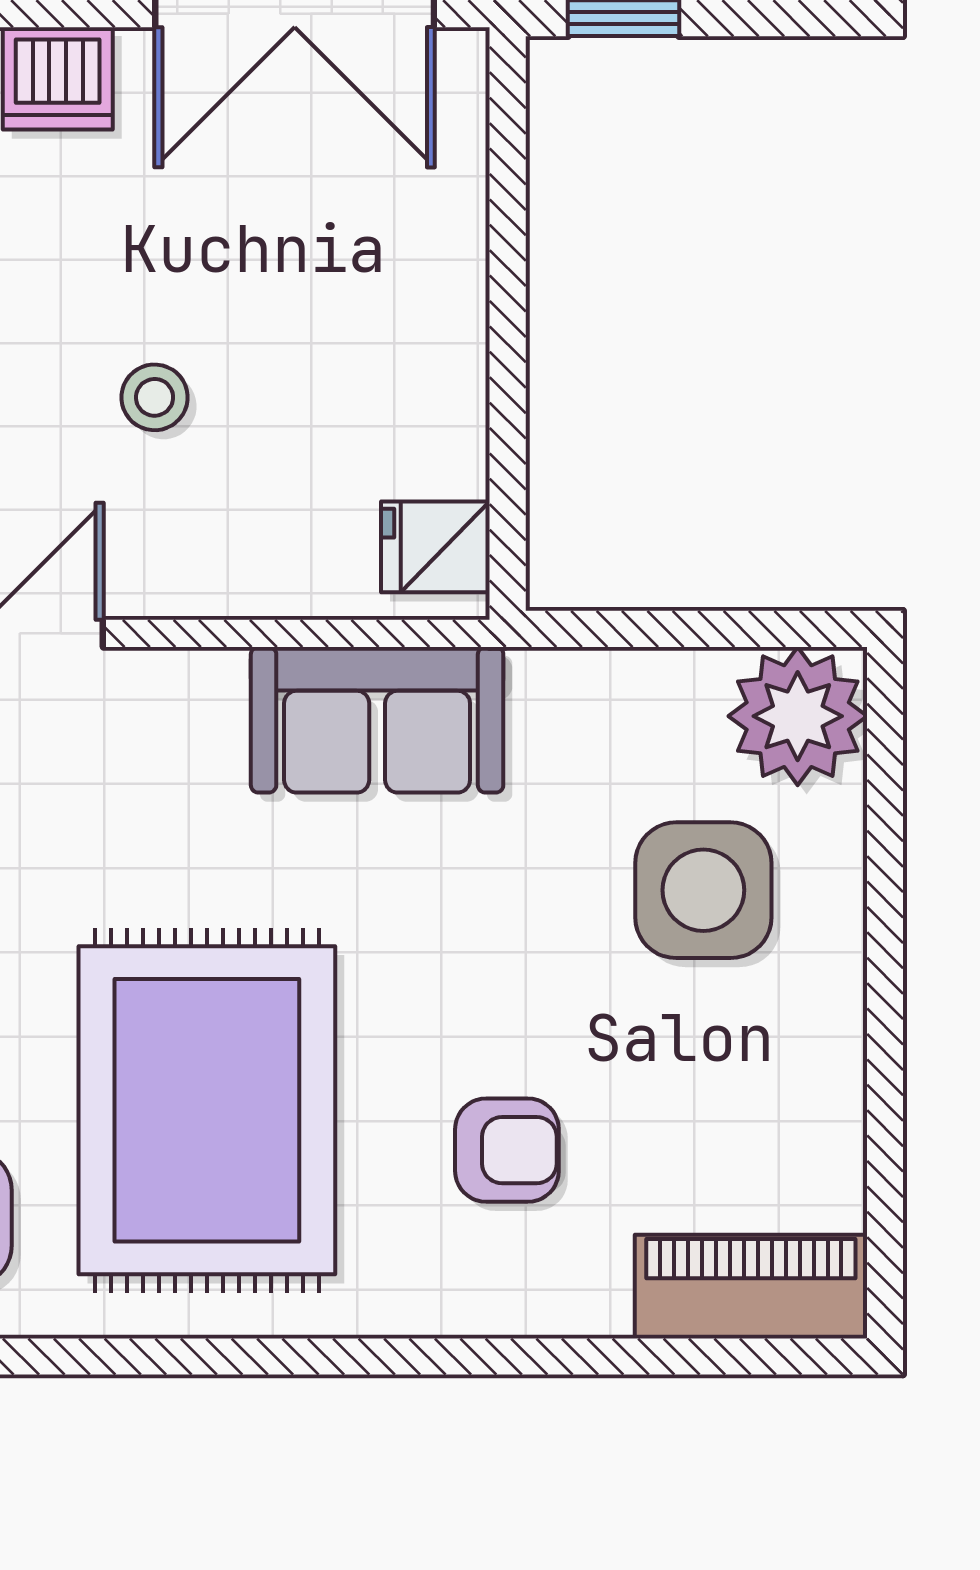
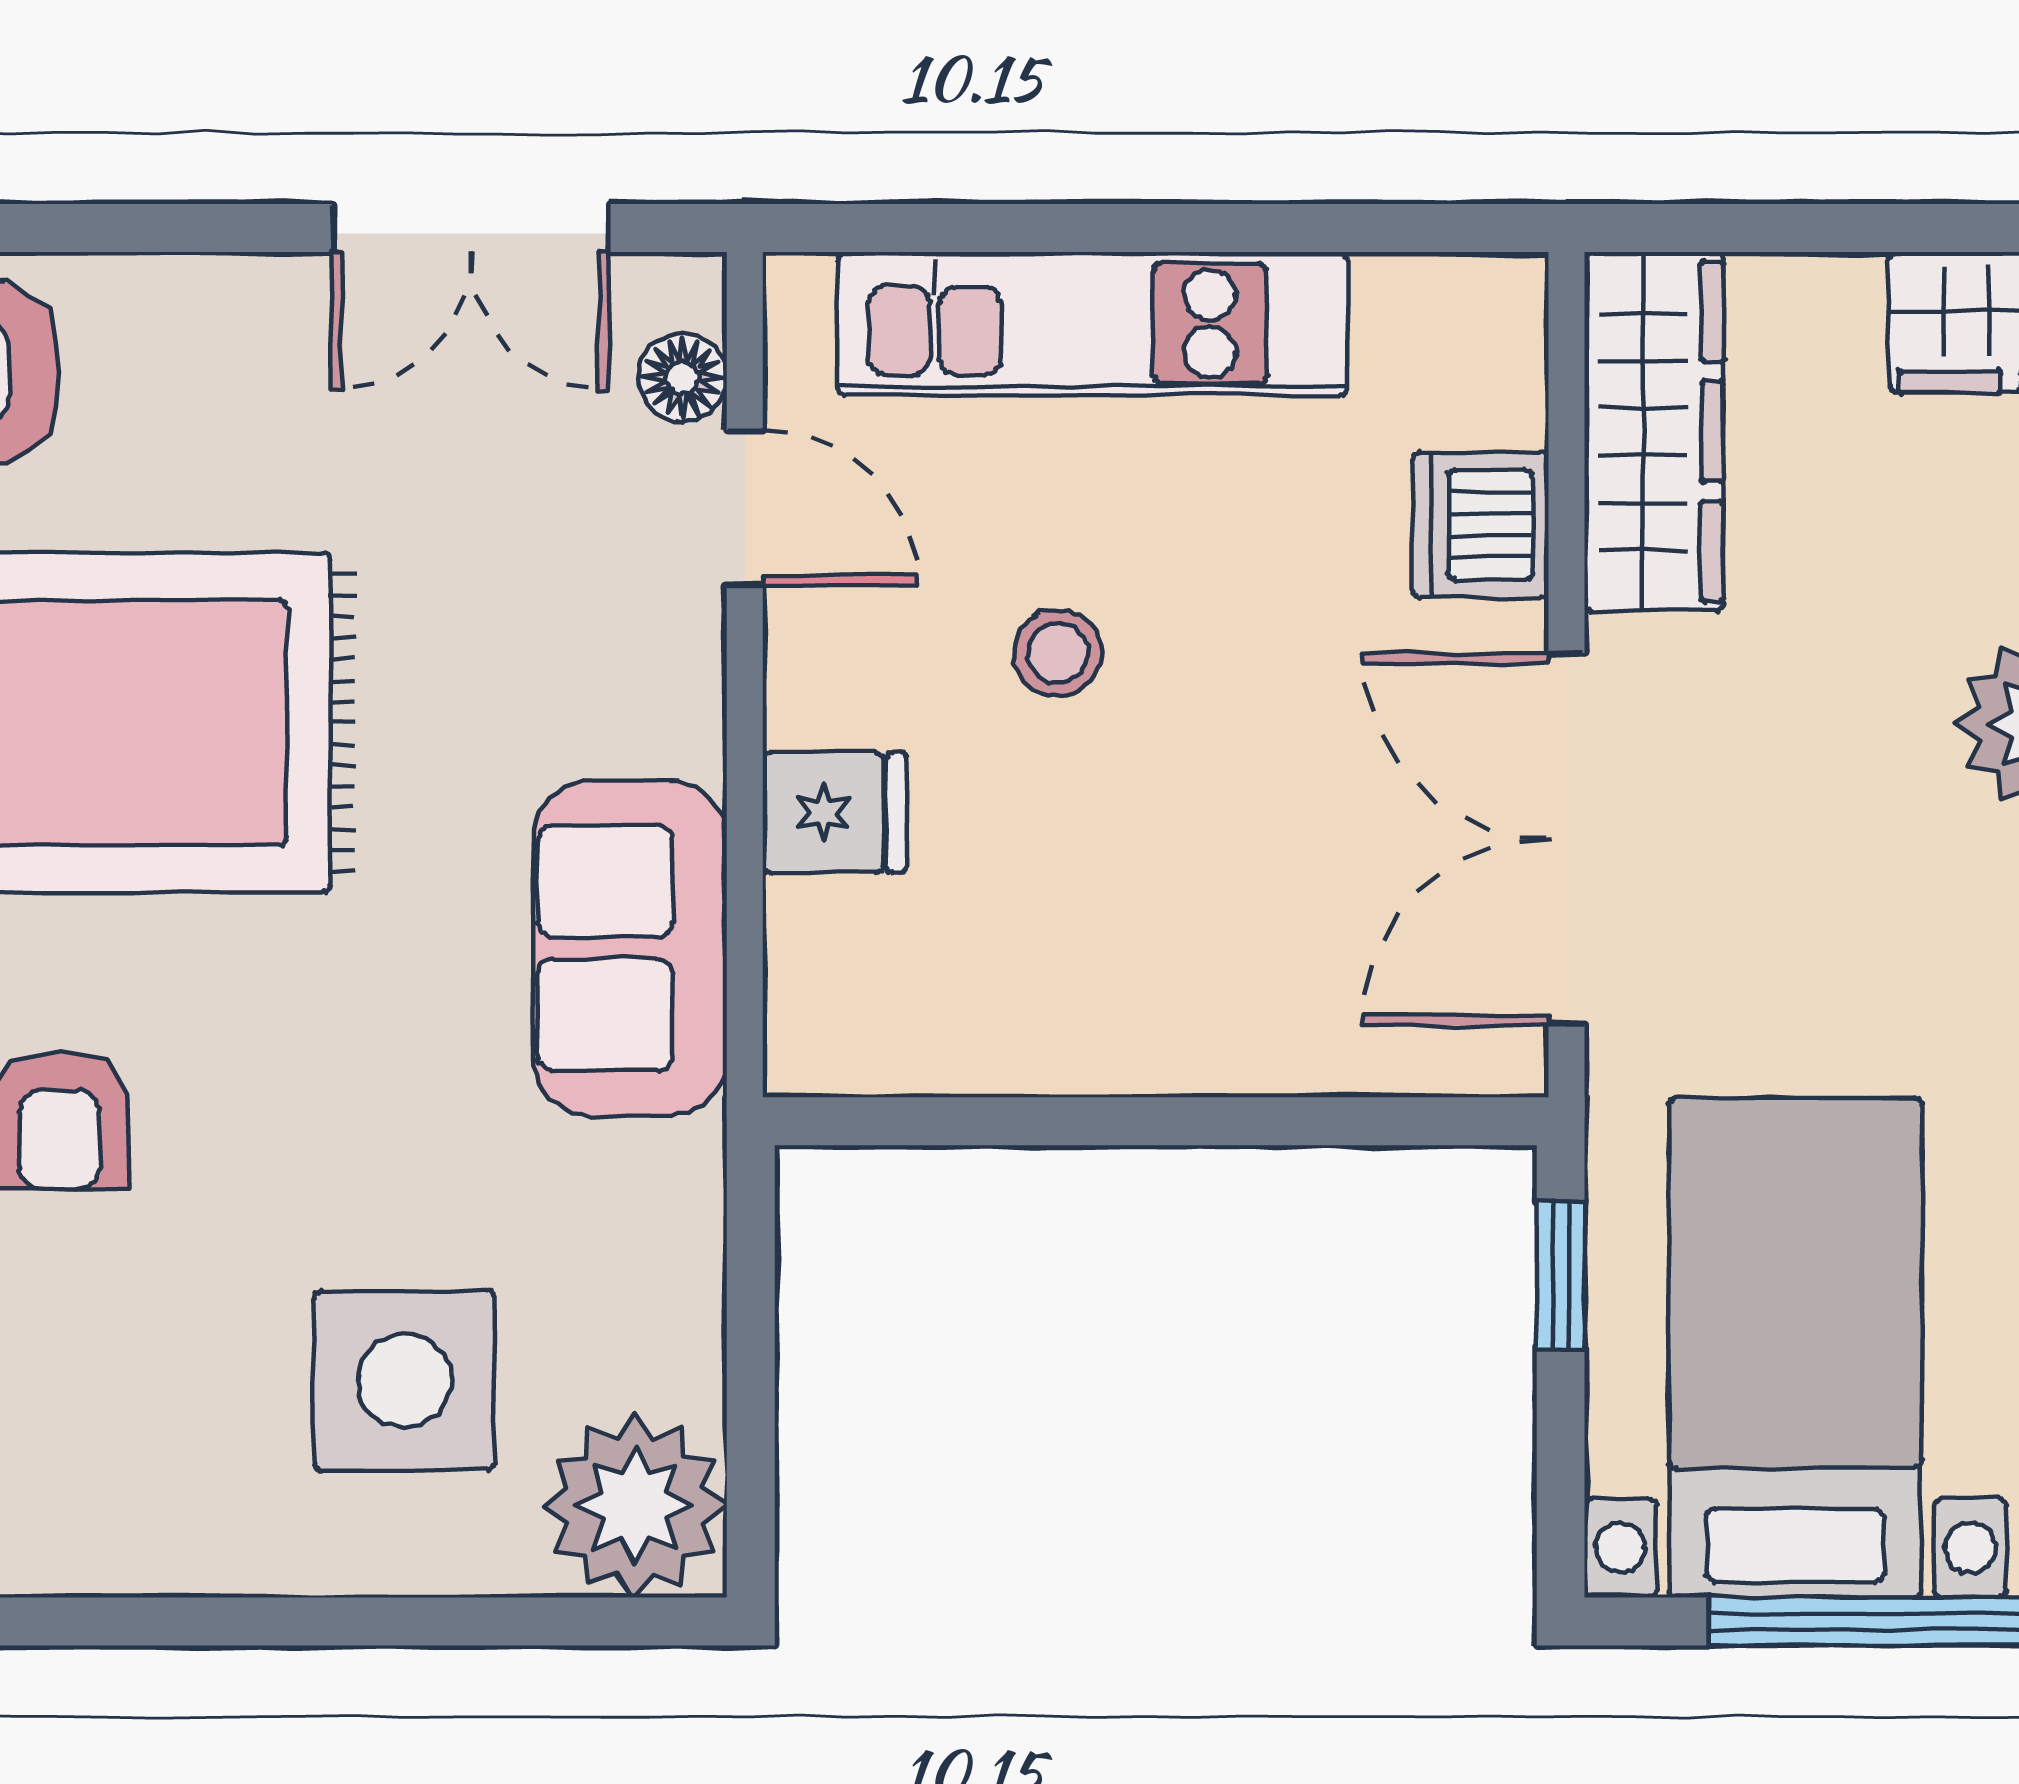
fridge: (435, 547) -> (835, 812), moved, turned 90

